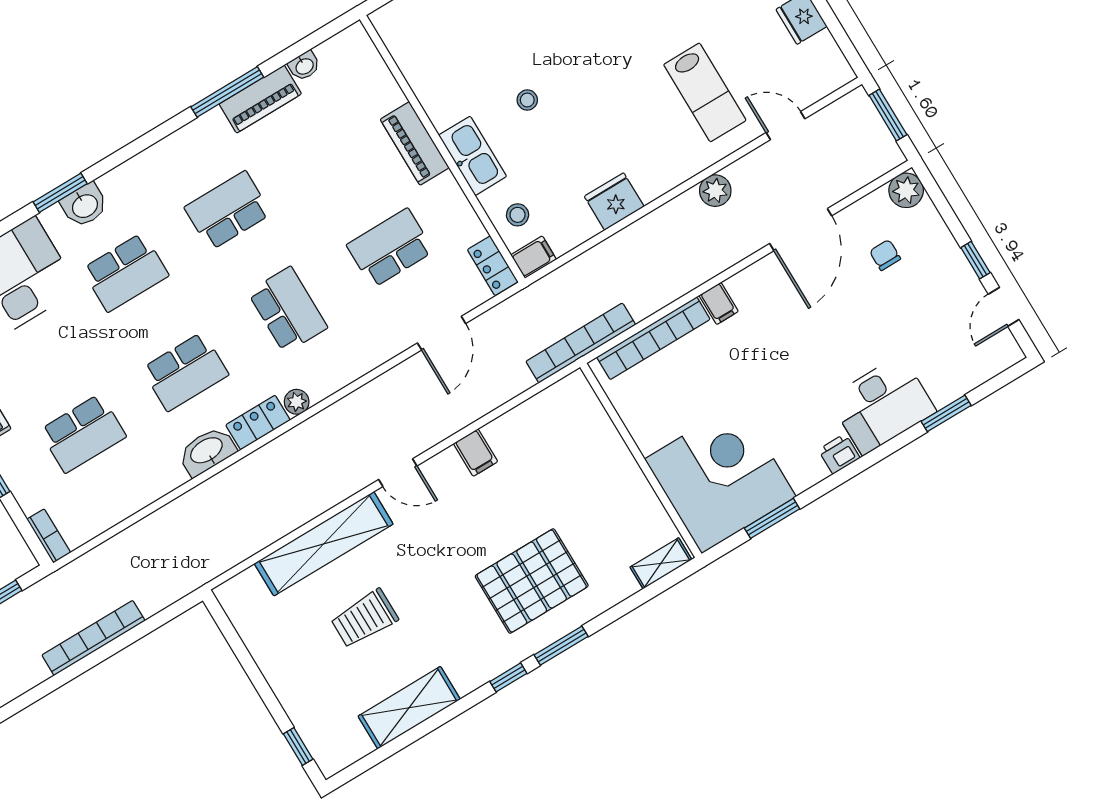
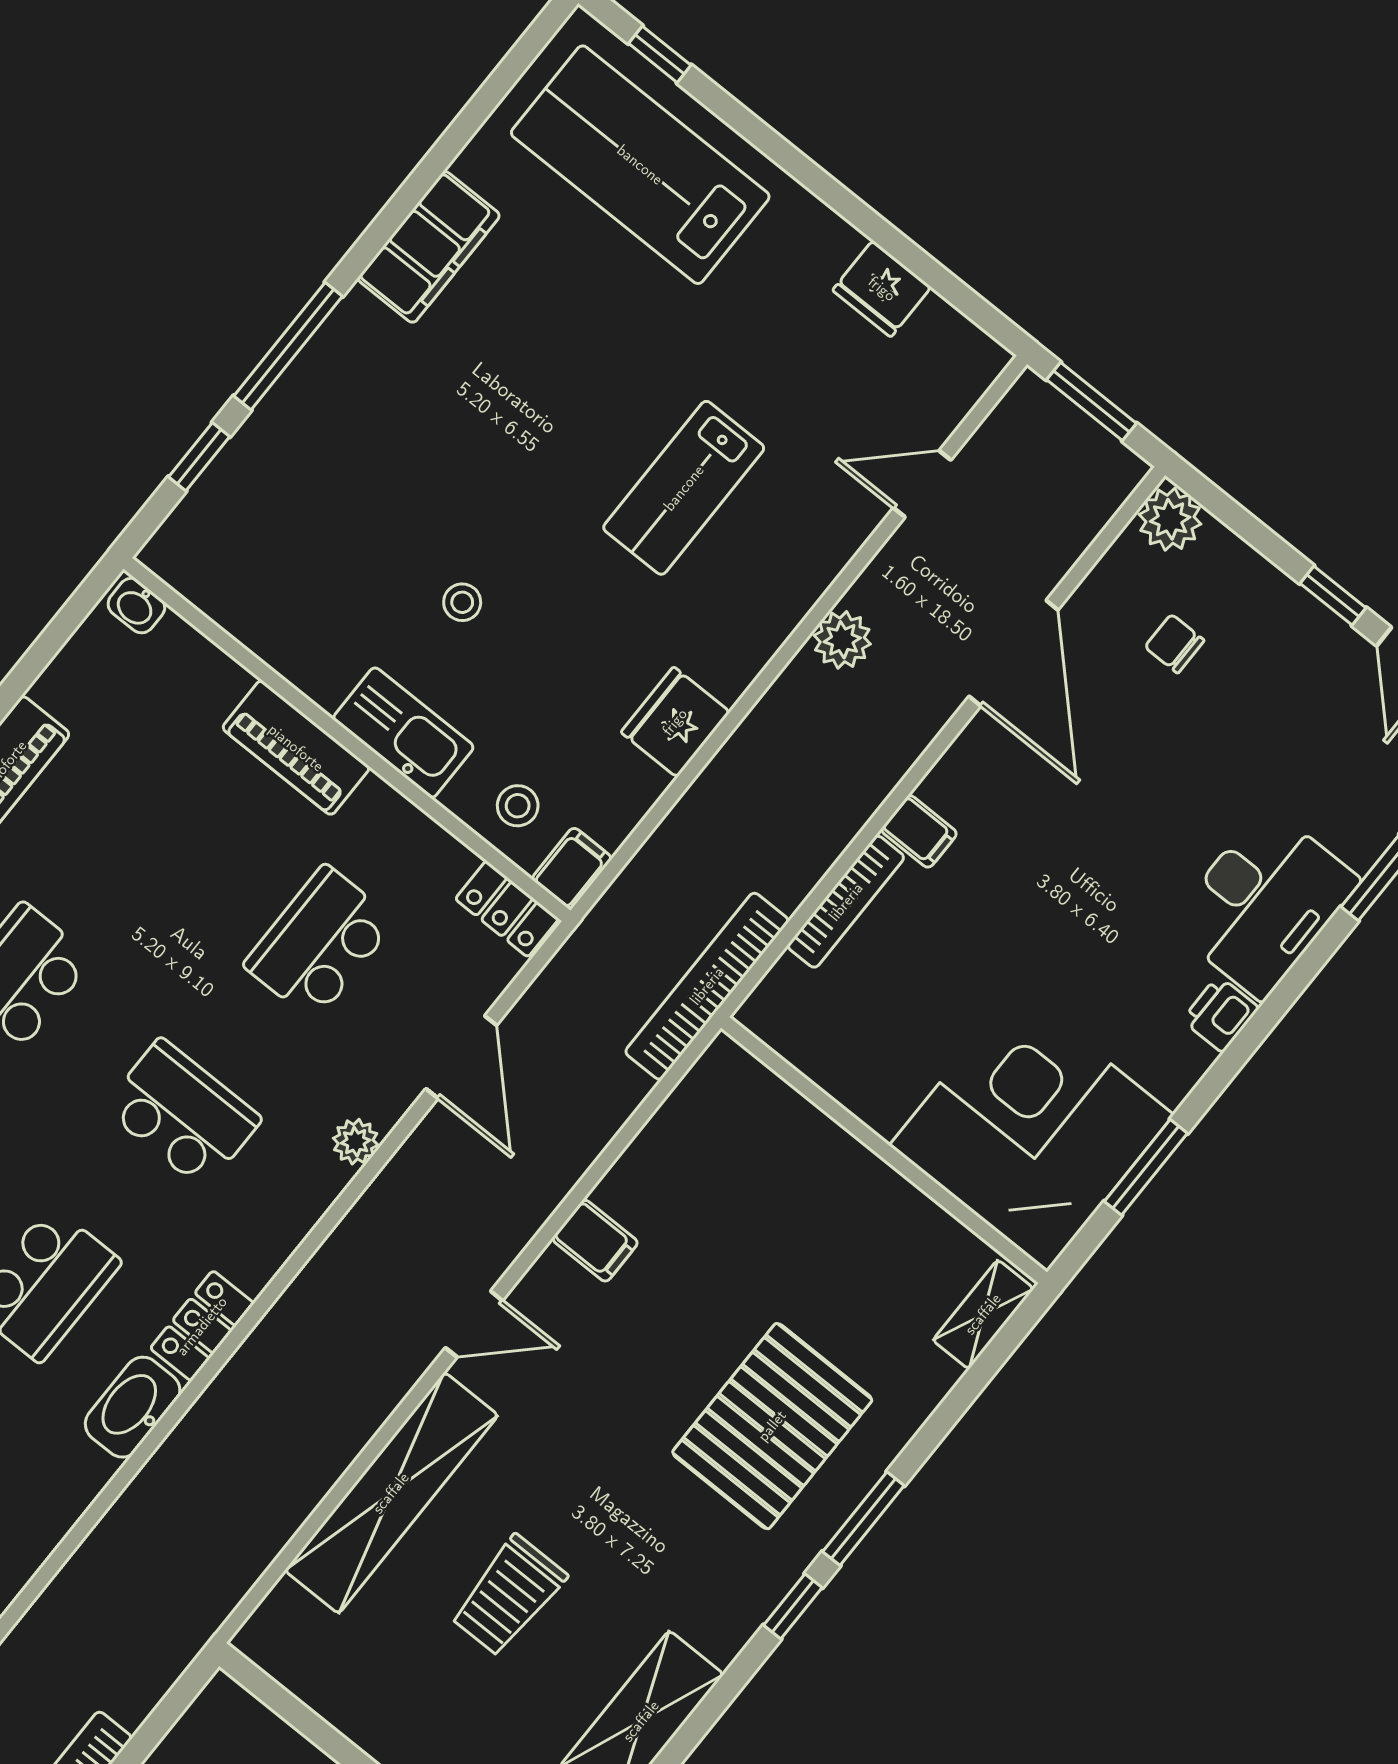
washbasin: (304, 66) -> (136, 606), moved, turned 90
lab bench: (705, 92) -> (684, 488), moved, turned 90
bookcase: (653, 338) -> (846, 902), width x0.68, depth x0.76
plant: (297, 402) -> (356, 1142), moved

